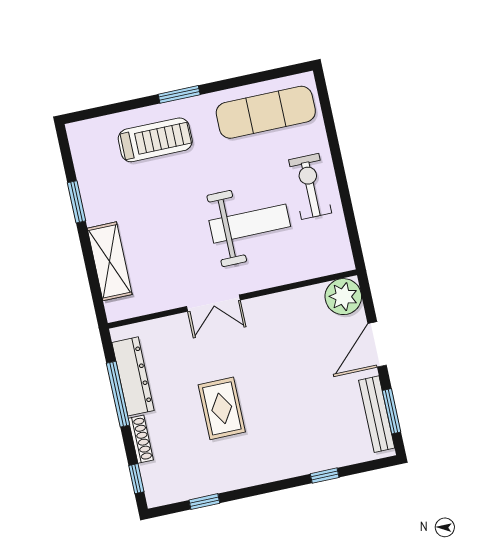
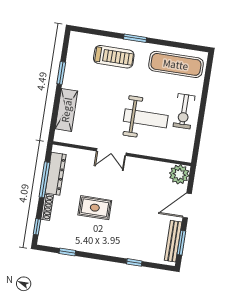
exercise bike: (310, 186) -> (184, 111), turned 180
rug: (222, 408) -> (95, 208), turned 90

